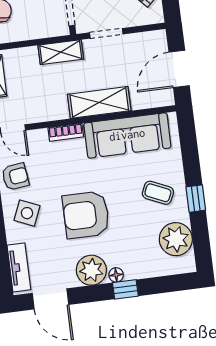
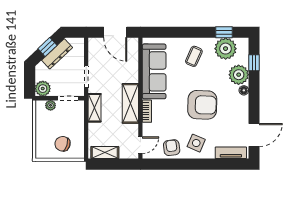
shelving: (99, 102) -> (130, 103), moved
window: (196, 199) -> (224, 32), moved
armchair: (86, 215) -> (202, 105), turned -88
plant: (91, 270) -> (239, 75), moved
window: (125, 289) -> (254, 63), moved

